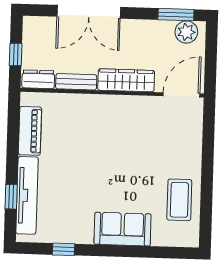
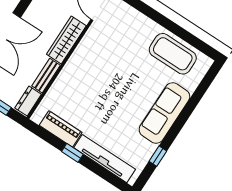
window: (11, 197) -> (72, 153), moved
coffee table: (179, 200) -> (173, 54), width x1.36, depth x1.32
sofa: (123, 229) -> (164, 113), width x1.36

